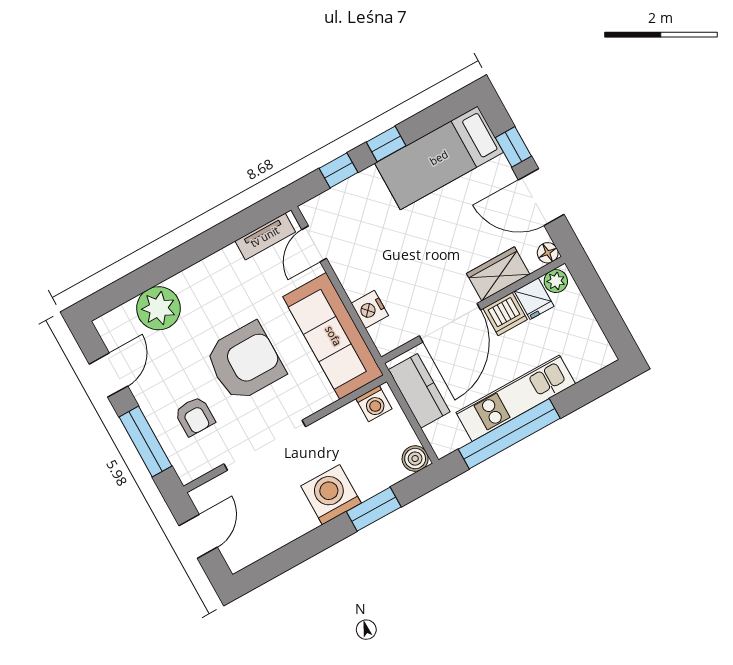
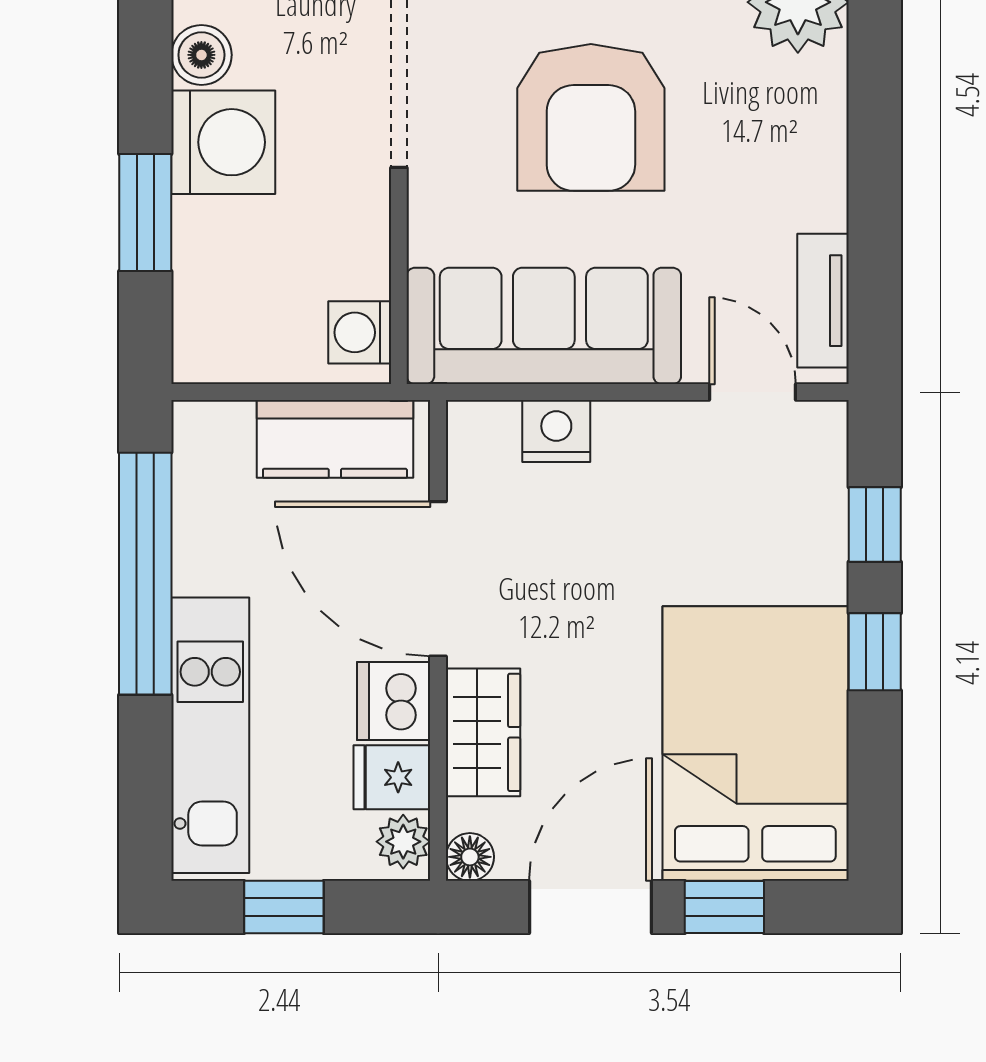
bed: (439, 158) -> (755, 743), width x1.50
window: (605, 312) -> (284, 907), added
kitchen unit: (516, 398) -> (210, 735), moved
boiler: (415, 459) -> (201, 55), moved

